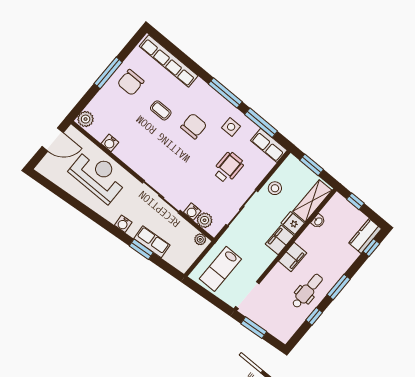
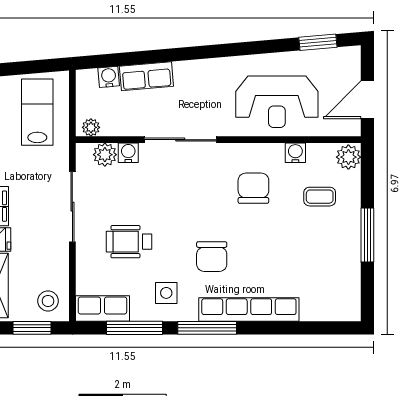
row of seats: (169, 61) -> (249, 310), moved
chair: (131, 82) -> (253, 188), moved
coffee table: (161, 110) -> (320, 197), moved
wheelchair: (228, 167) -> (129, 242), turned 90
stool: (275, 188) -> (48, 301), moved
water cooler: (123, 224) -> (109, 77), moved
window: (141, 249) -> (318, 42), moved

